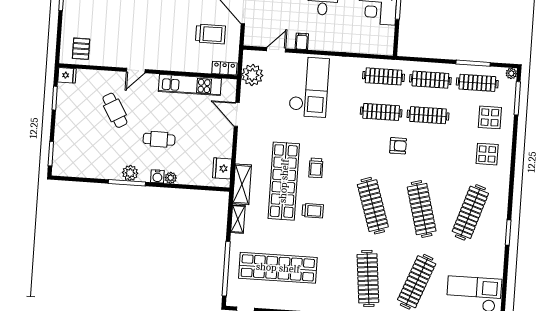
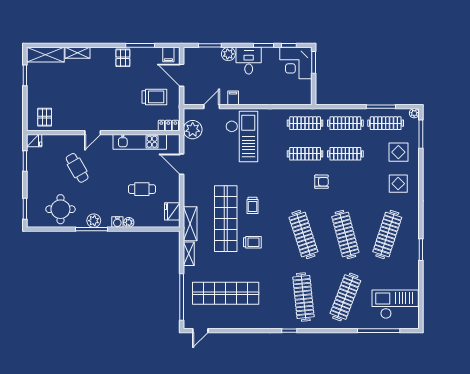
cafe table: (159, 139) -> (142, 189), moved
round table: (92, 157) -> (60, 209), added

